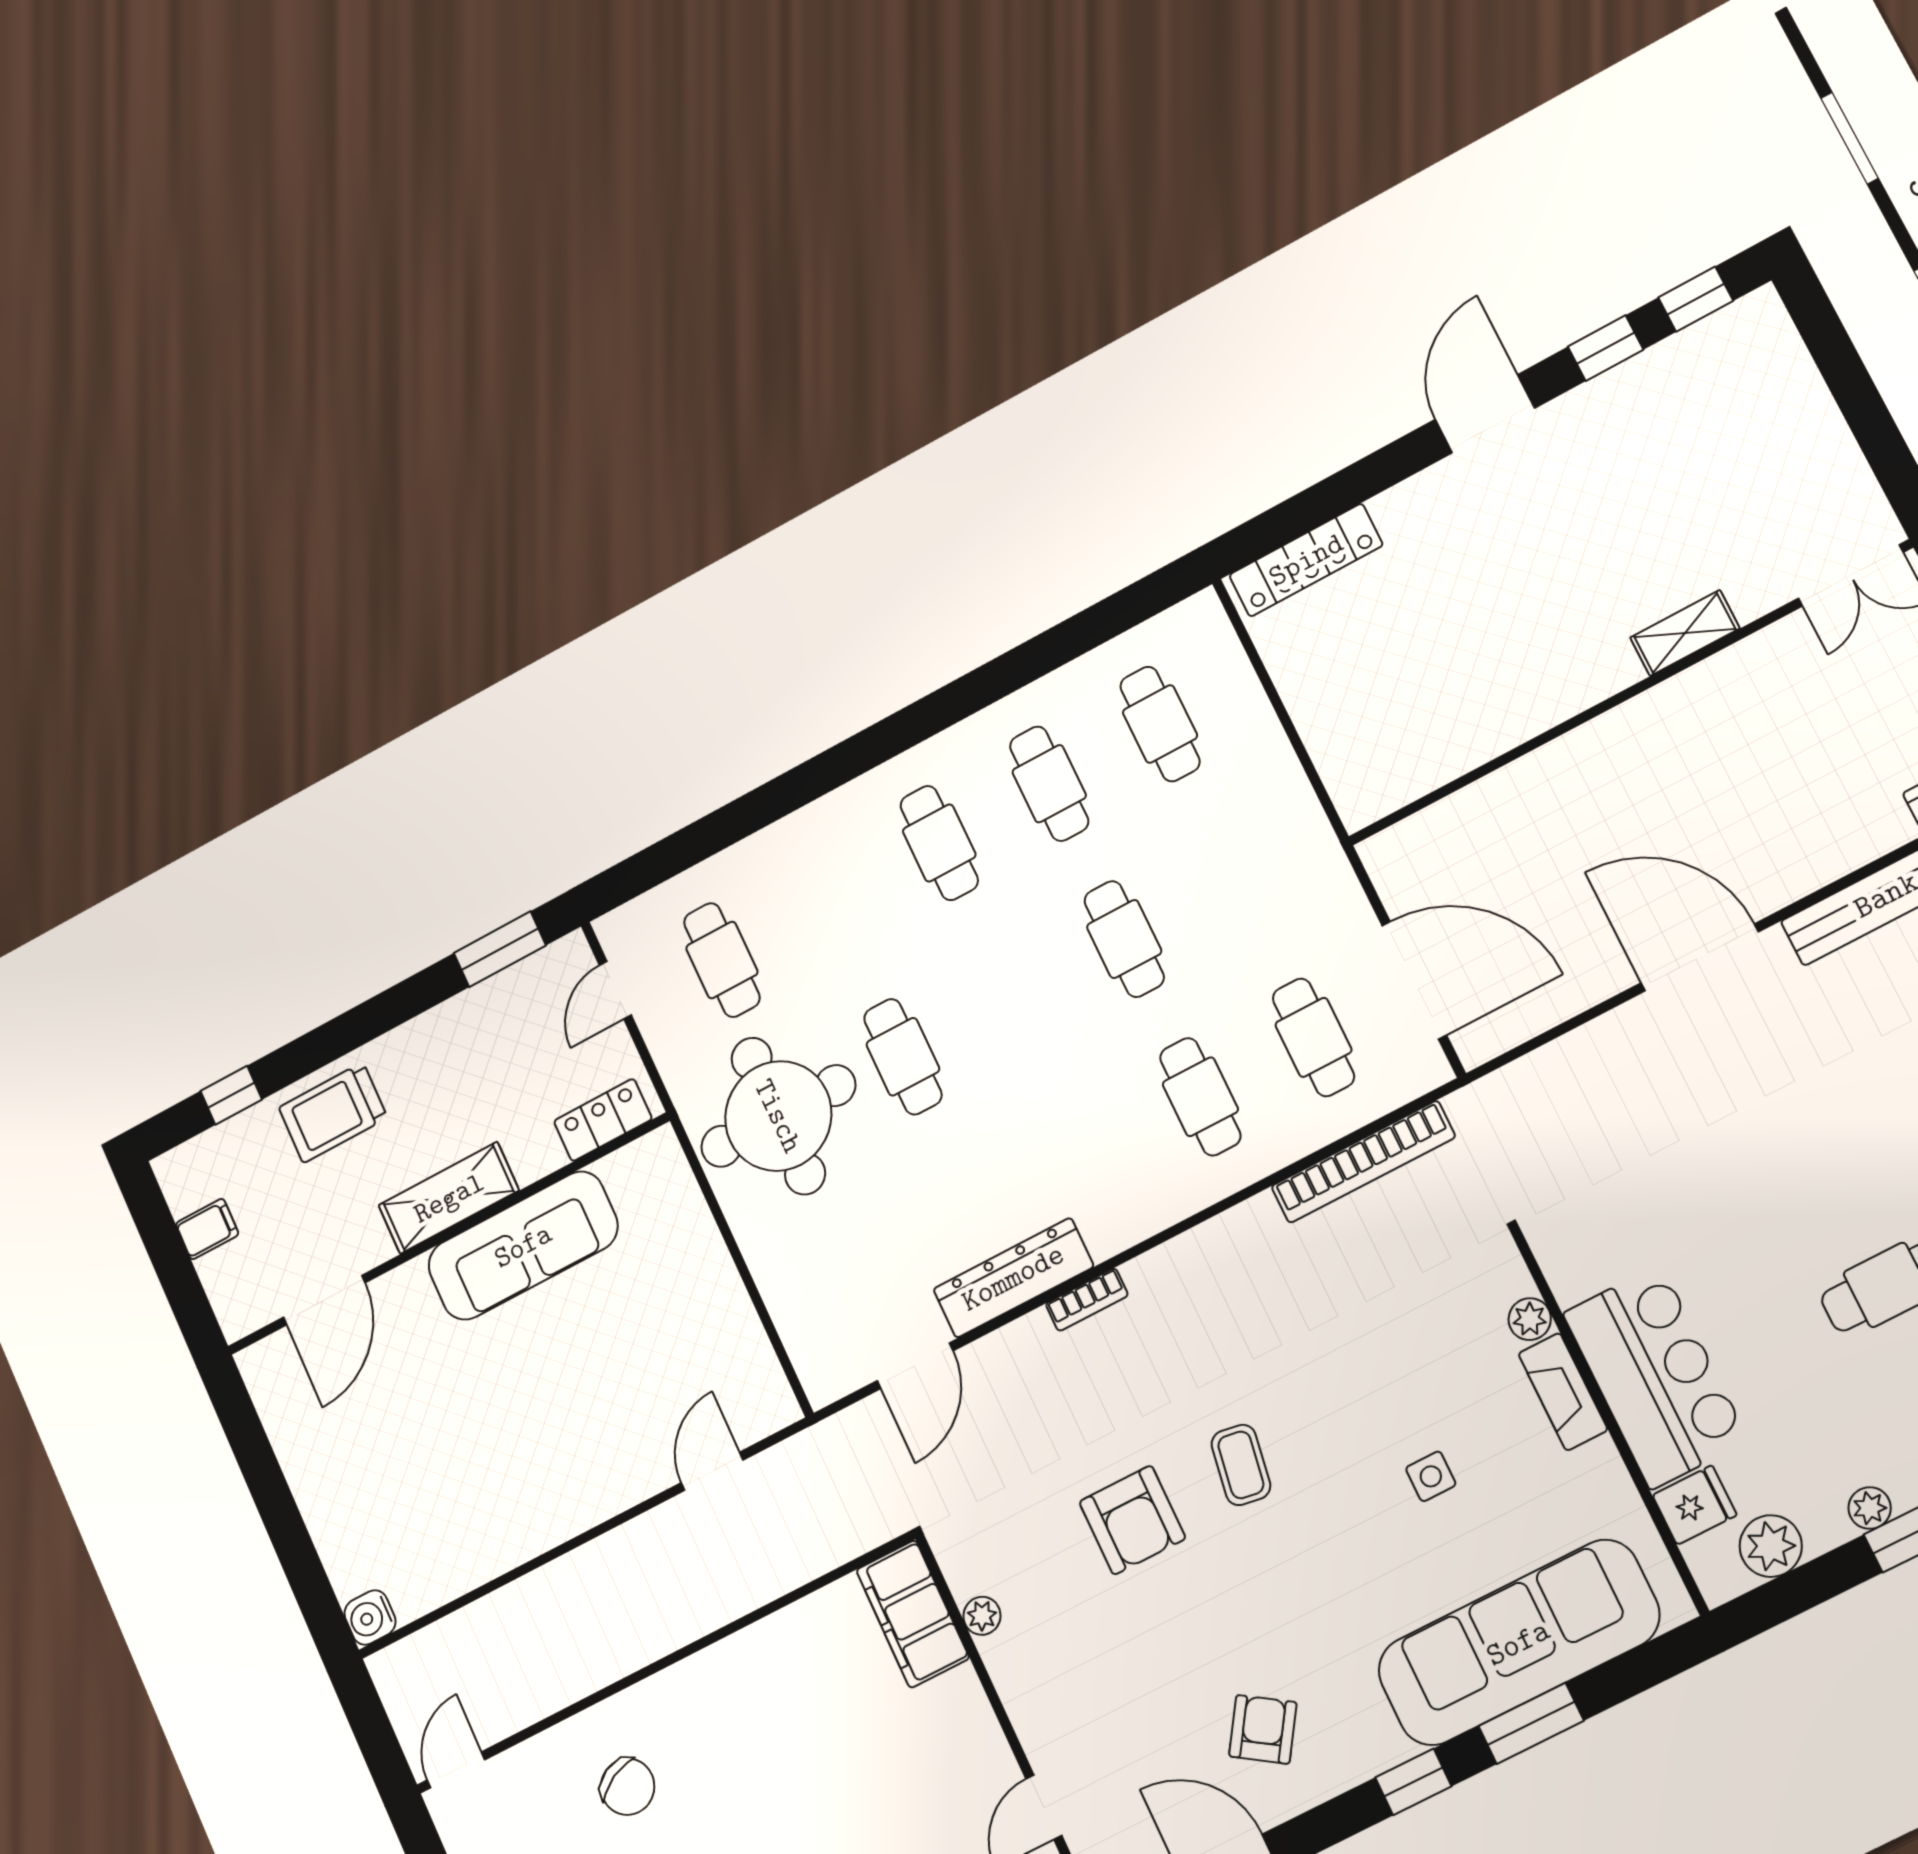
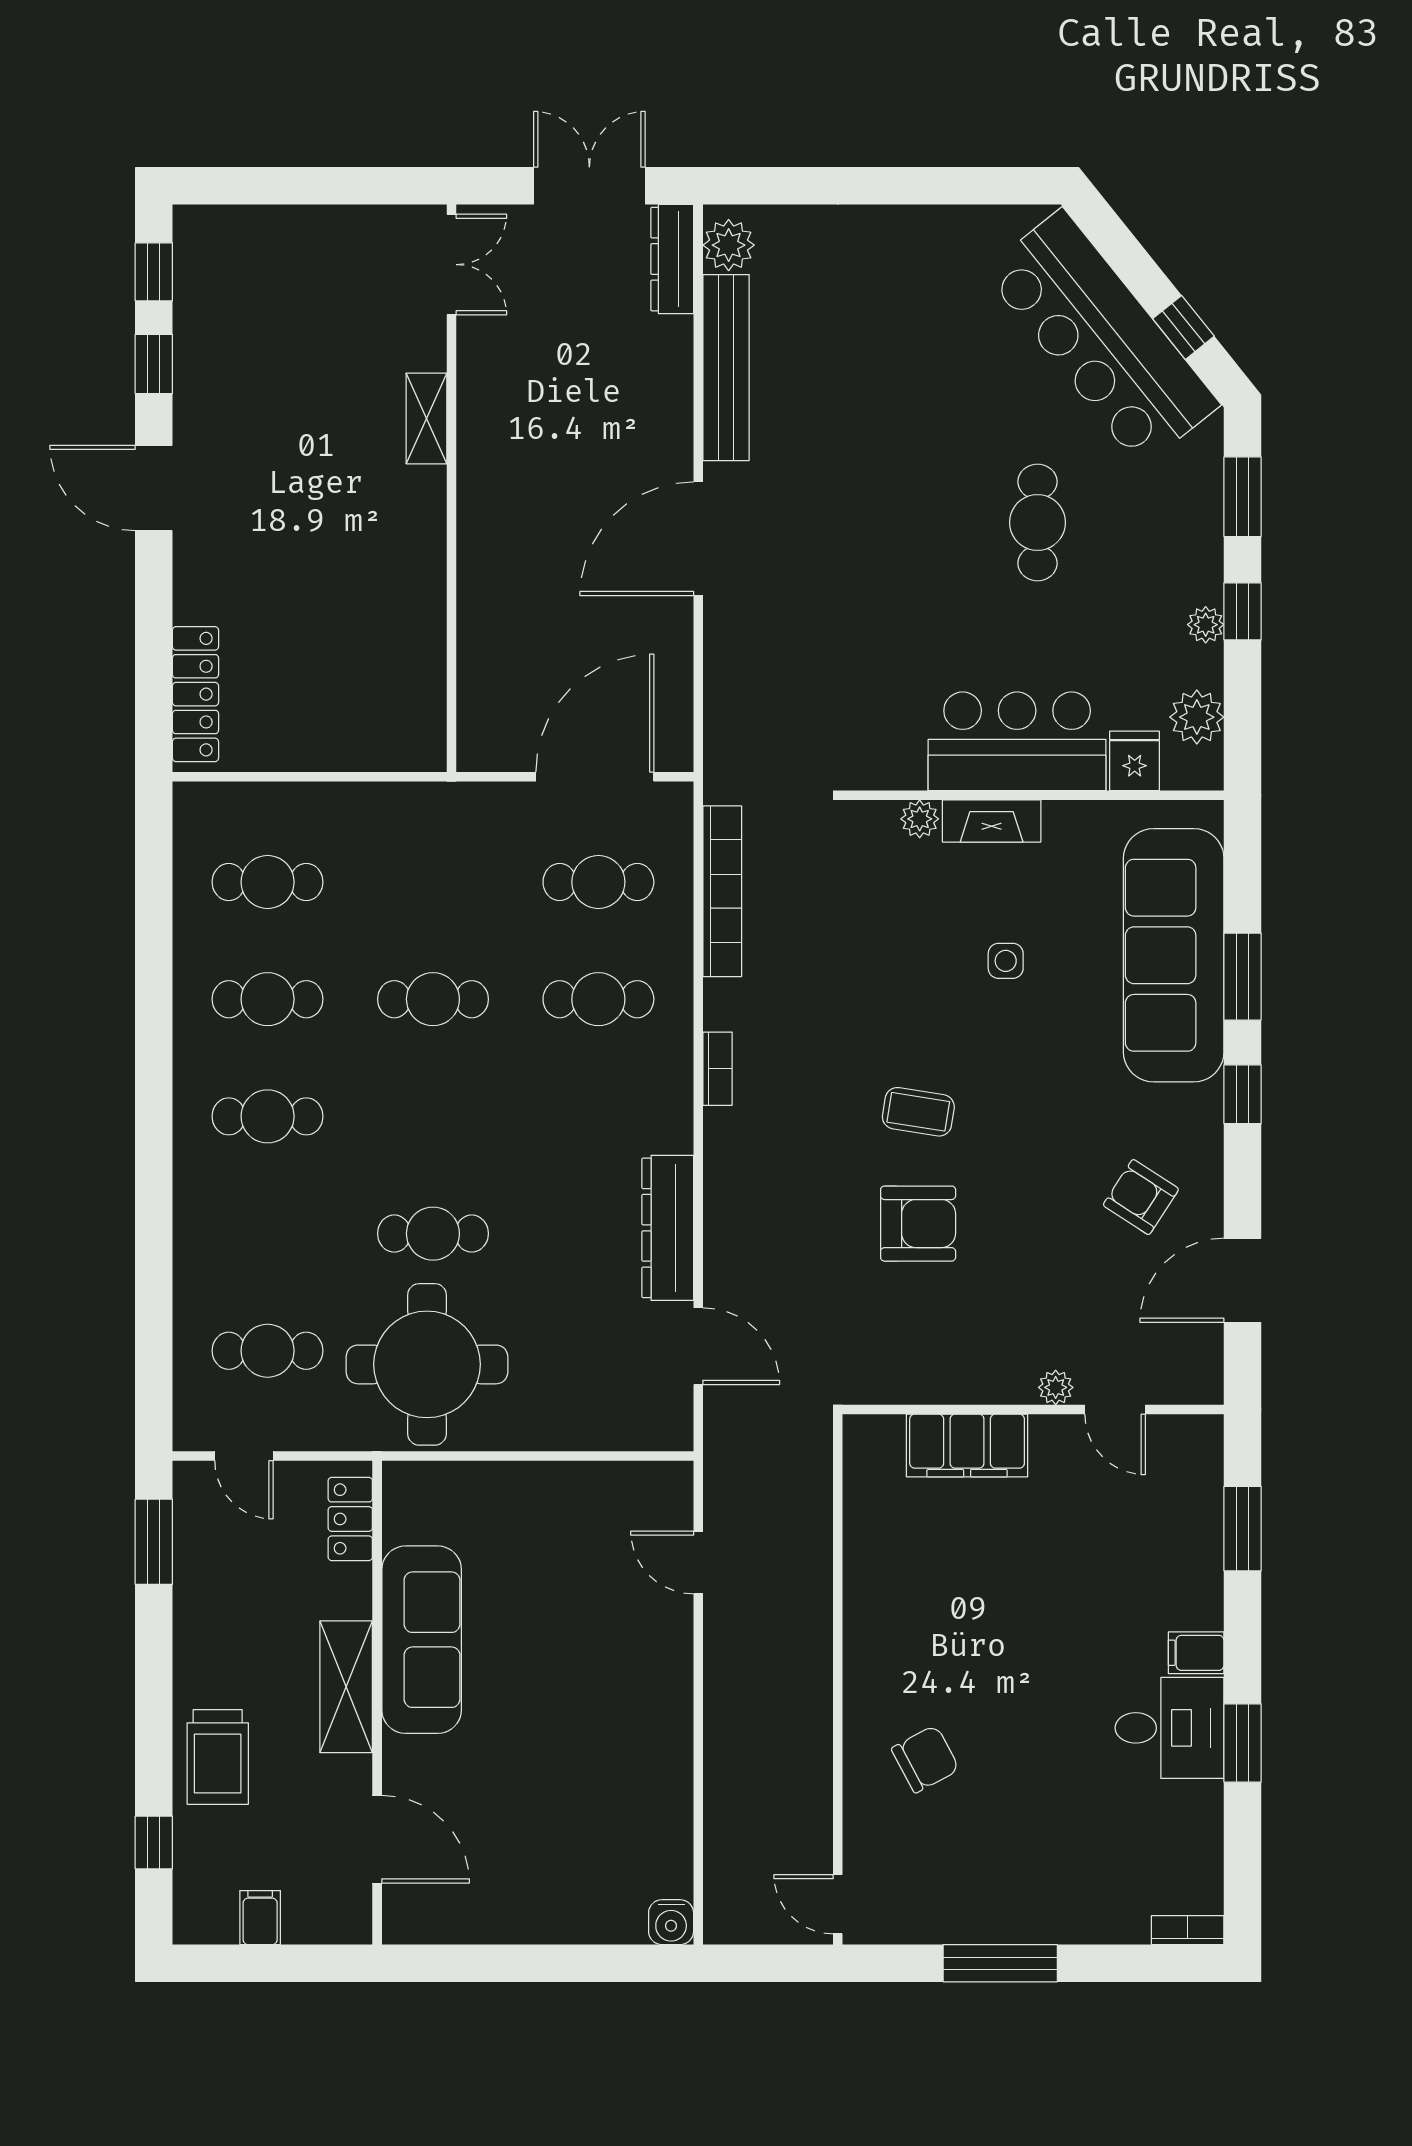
bookcase: (1087, 1300) -> (718, 1069), moved
filing cabinet: (913, 1614) -> (967, 1446), moved
plant: (982, 1616) -> (1056, 1387), moved

